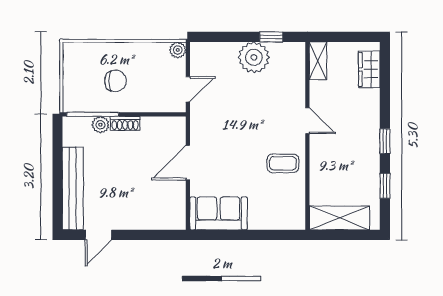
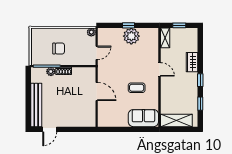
window: (271, 37) -> (129, 25), moved
window: (345, 37) -> (179, 25), added
wardrobe: (369, 69) -> (192, 62), moved
door: (188, 163) -> (97, 91), swing flipped
coffee table: (283, 163) -> (137, 88), moved
sofa: (219, 213) -> (143, 118), moved

